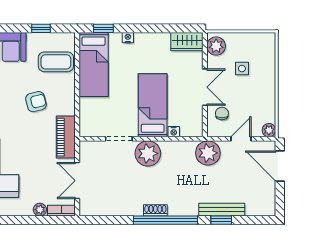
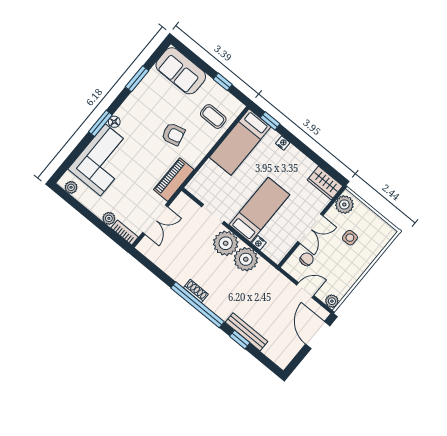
coffee table: (56, 62) -> (213, 117), width x0.73, depth x0.77
plant: (208, 153) -> (246, 259), moved
double door: (77, 181) -> (155, 220), swing flipped

